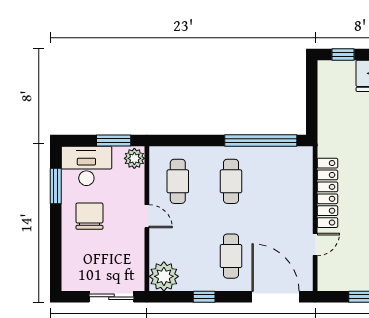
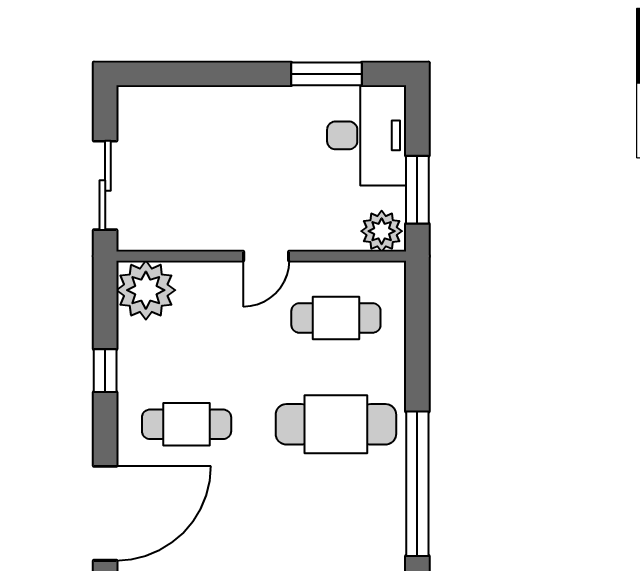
cafe table: (231, 181) -> (336, 424), width x1.37, depth x1.35
chair: (89, 216) -> (266, 141), removed

